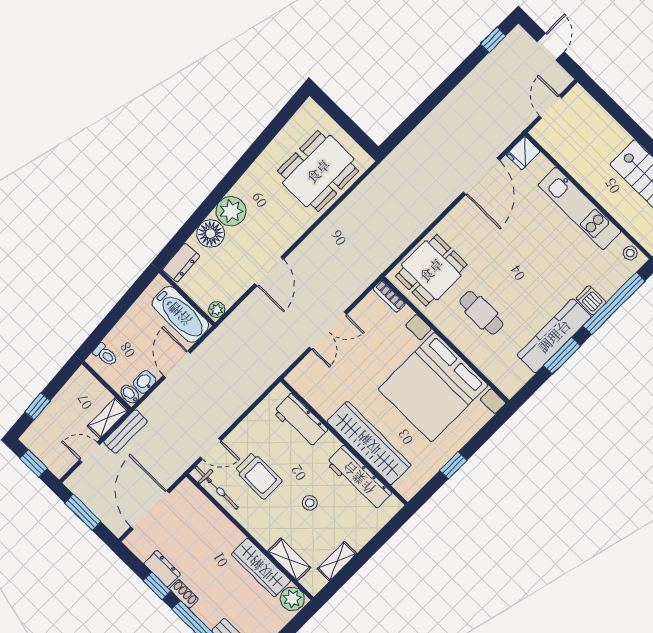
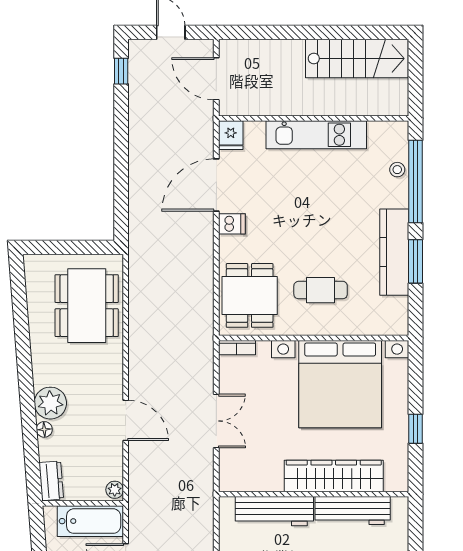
door: (550, 107) -> (216, 79), width x1.38
door: (481, 176) -> (216, 185), swing flipped
floor lamp: (211, 234) -> (44, 429), width x0.53, depth x0.53
stool: (630, 253) -> (397, 170), moved
dishwasher: (591, 300) -> (232, 224), moved, turned 180
workbench: (300, 421) -> (274, 511), width x1.38

